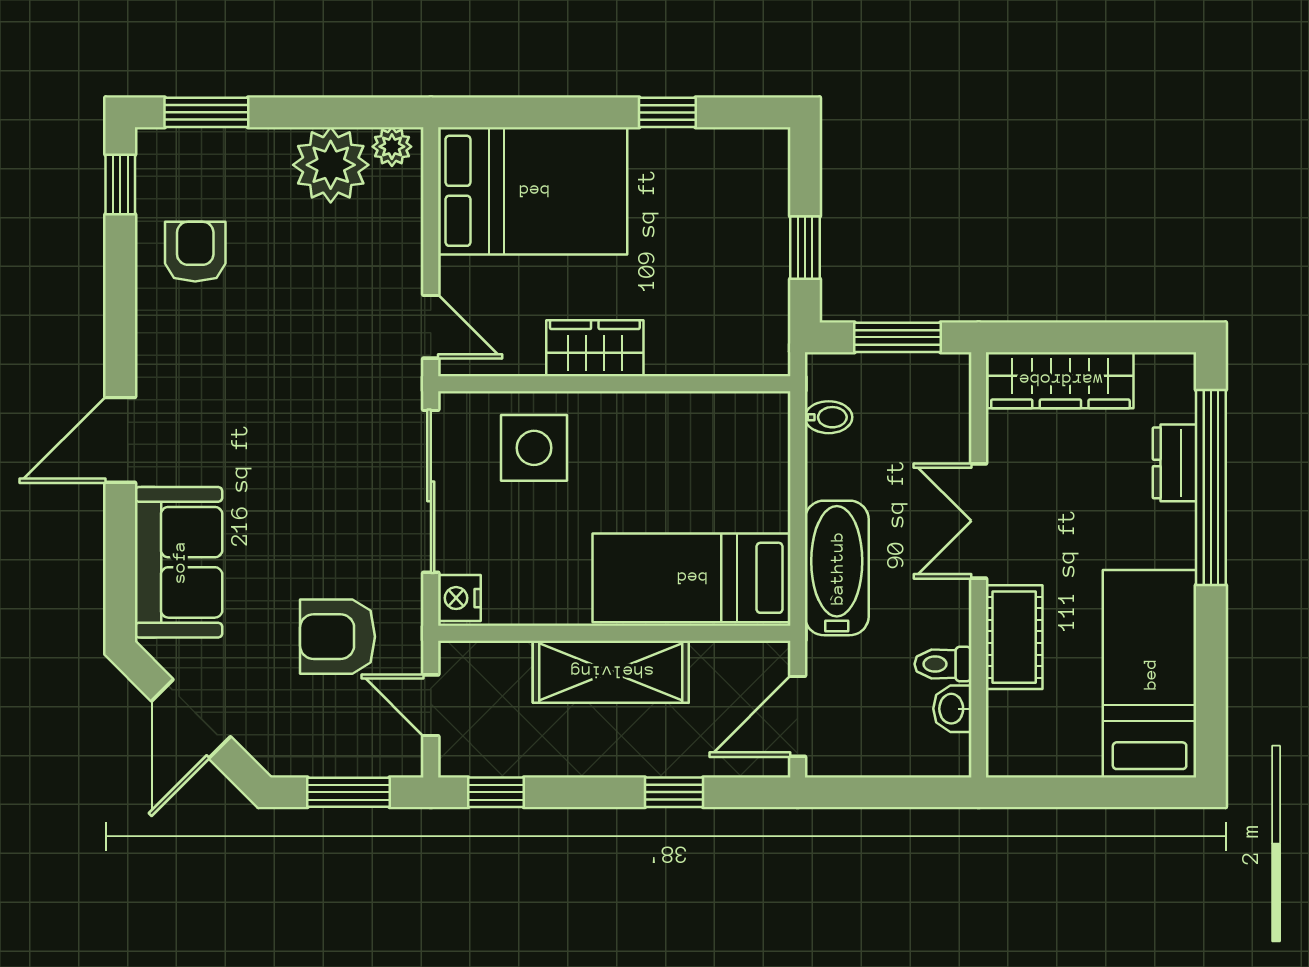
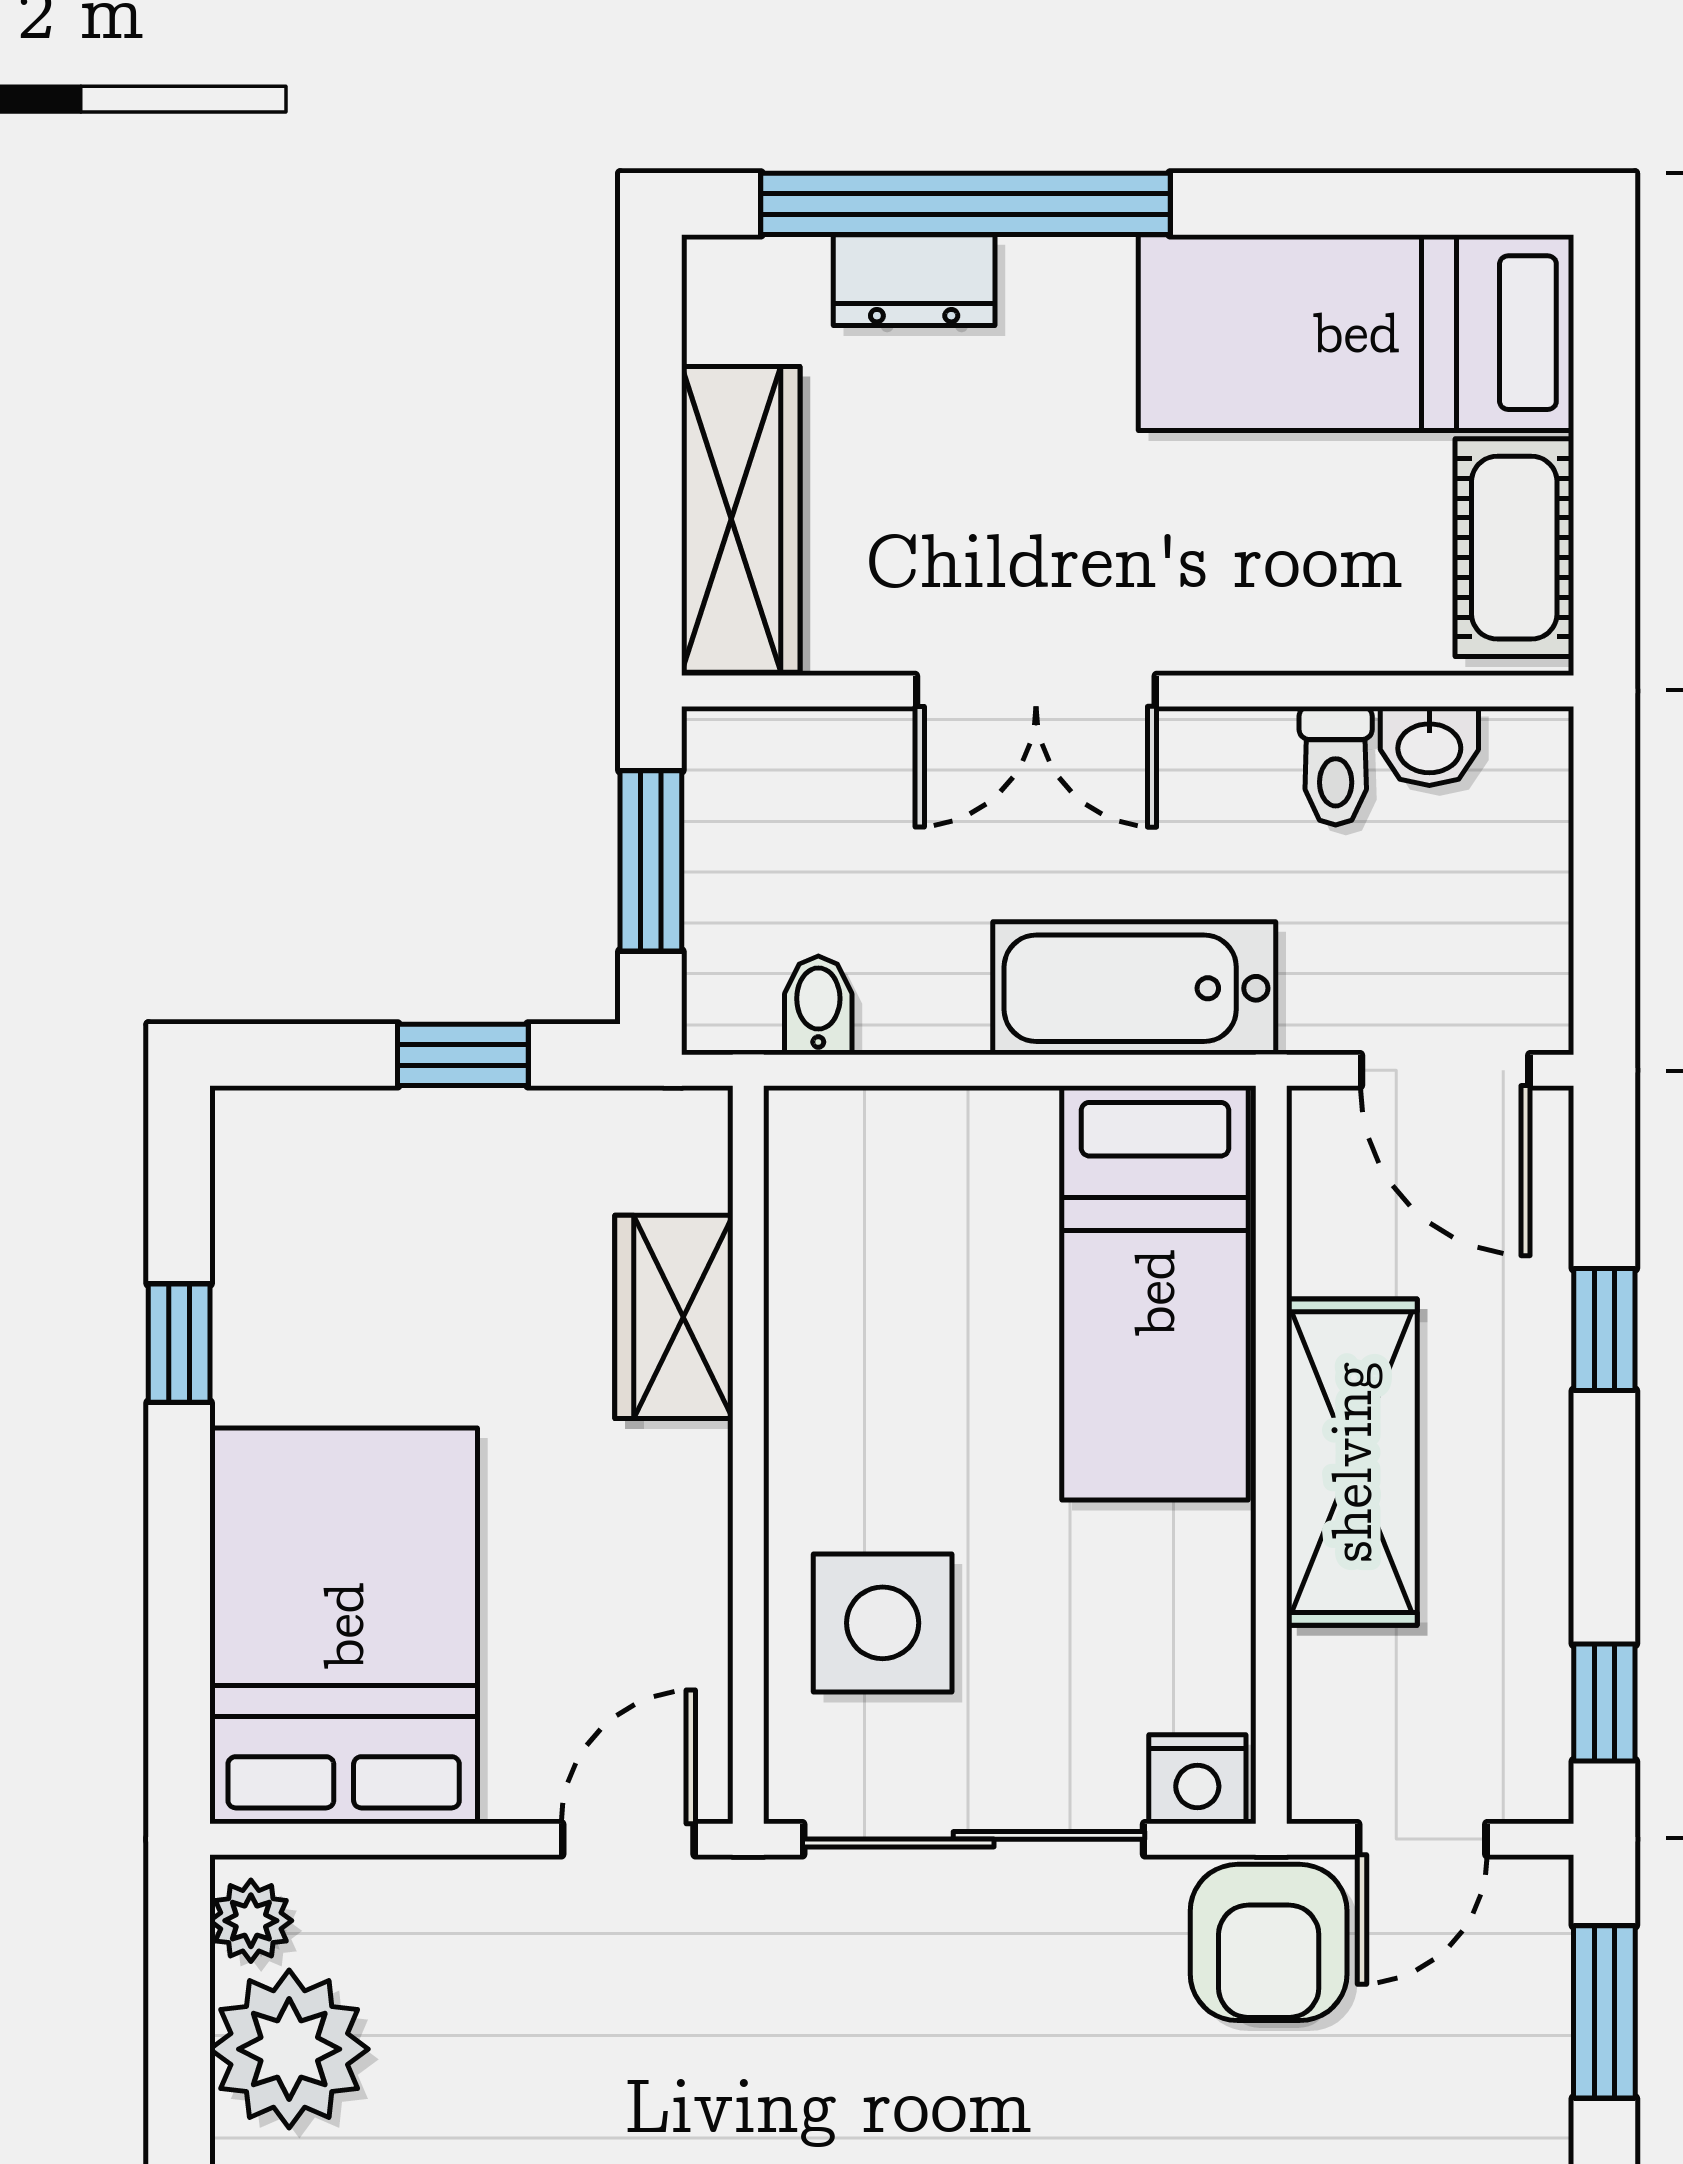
wardrobe: (595, 348) -> (674, 1317), moved
armchair: (337, 637) -> (1269, 1942), moved
cot: (1014, 637) -> (1514, 548), moved, turned 90

